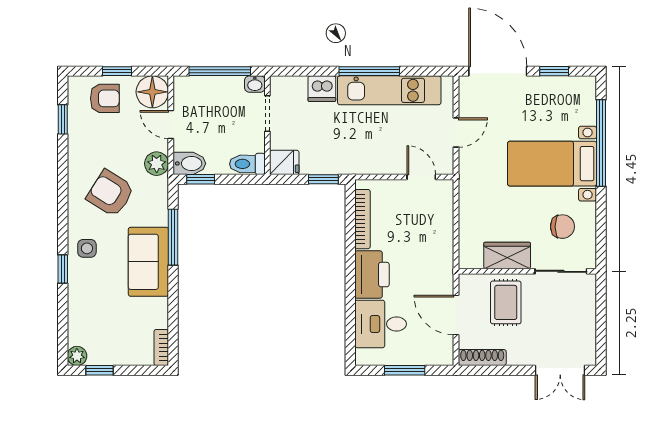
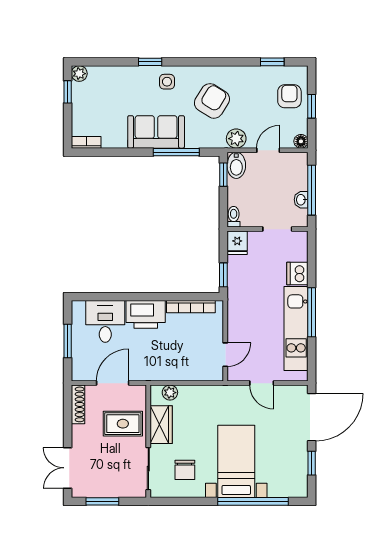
washbasin: (255, 84) -> (301, 200), moved
floor lamp: (152, 92) -> (301, 141), width x0.53, depth x0.53
armchair: (105, 98) -> (289, 96), turned 180
toilet: (247, 164) -> (234, 217), width x0.73, depth x0.72
plant: (468, 245) -> (170, 393), added
window: (601, 328) -> (102, 501), added

